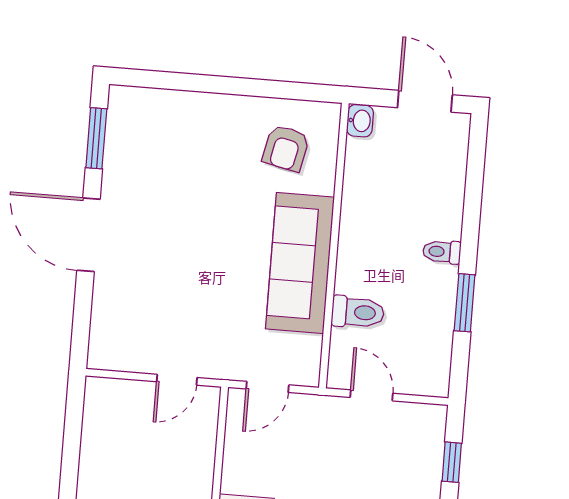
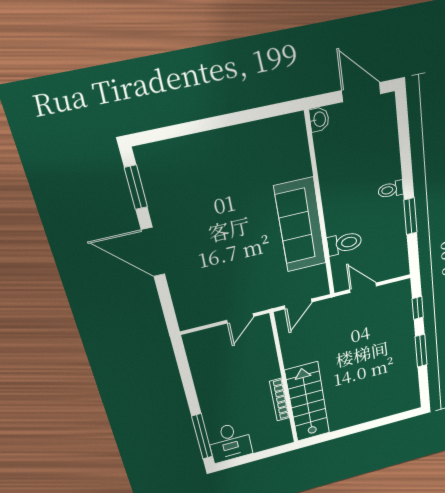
armchair: (286, 148) -> (272, 154), removed

